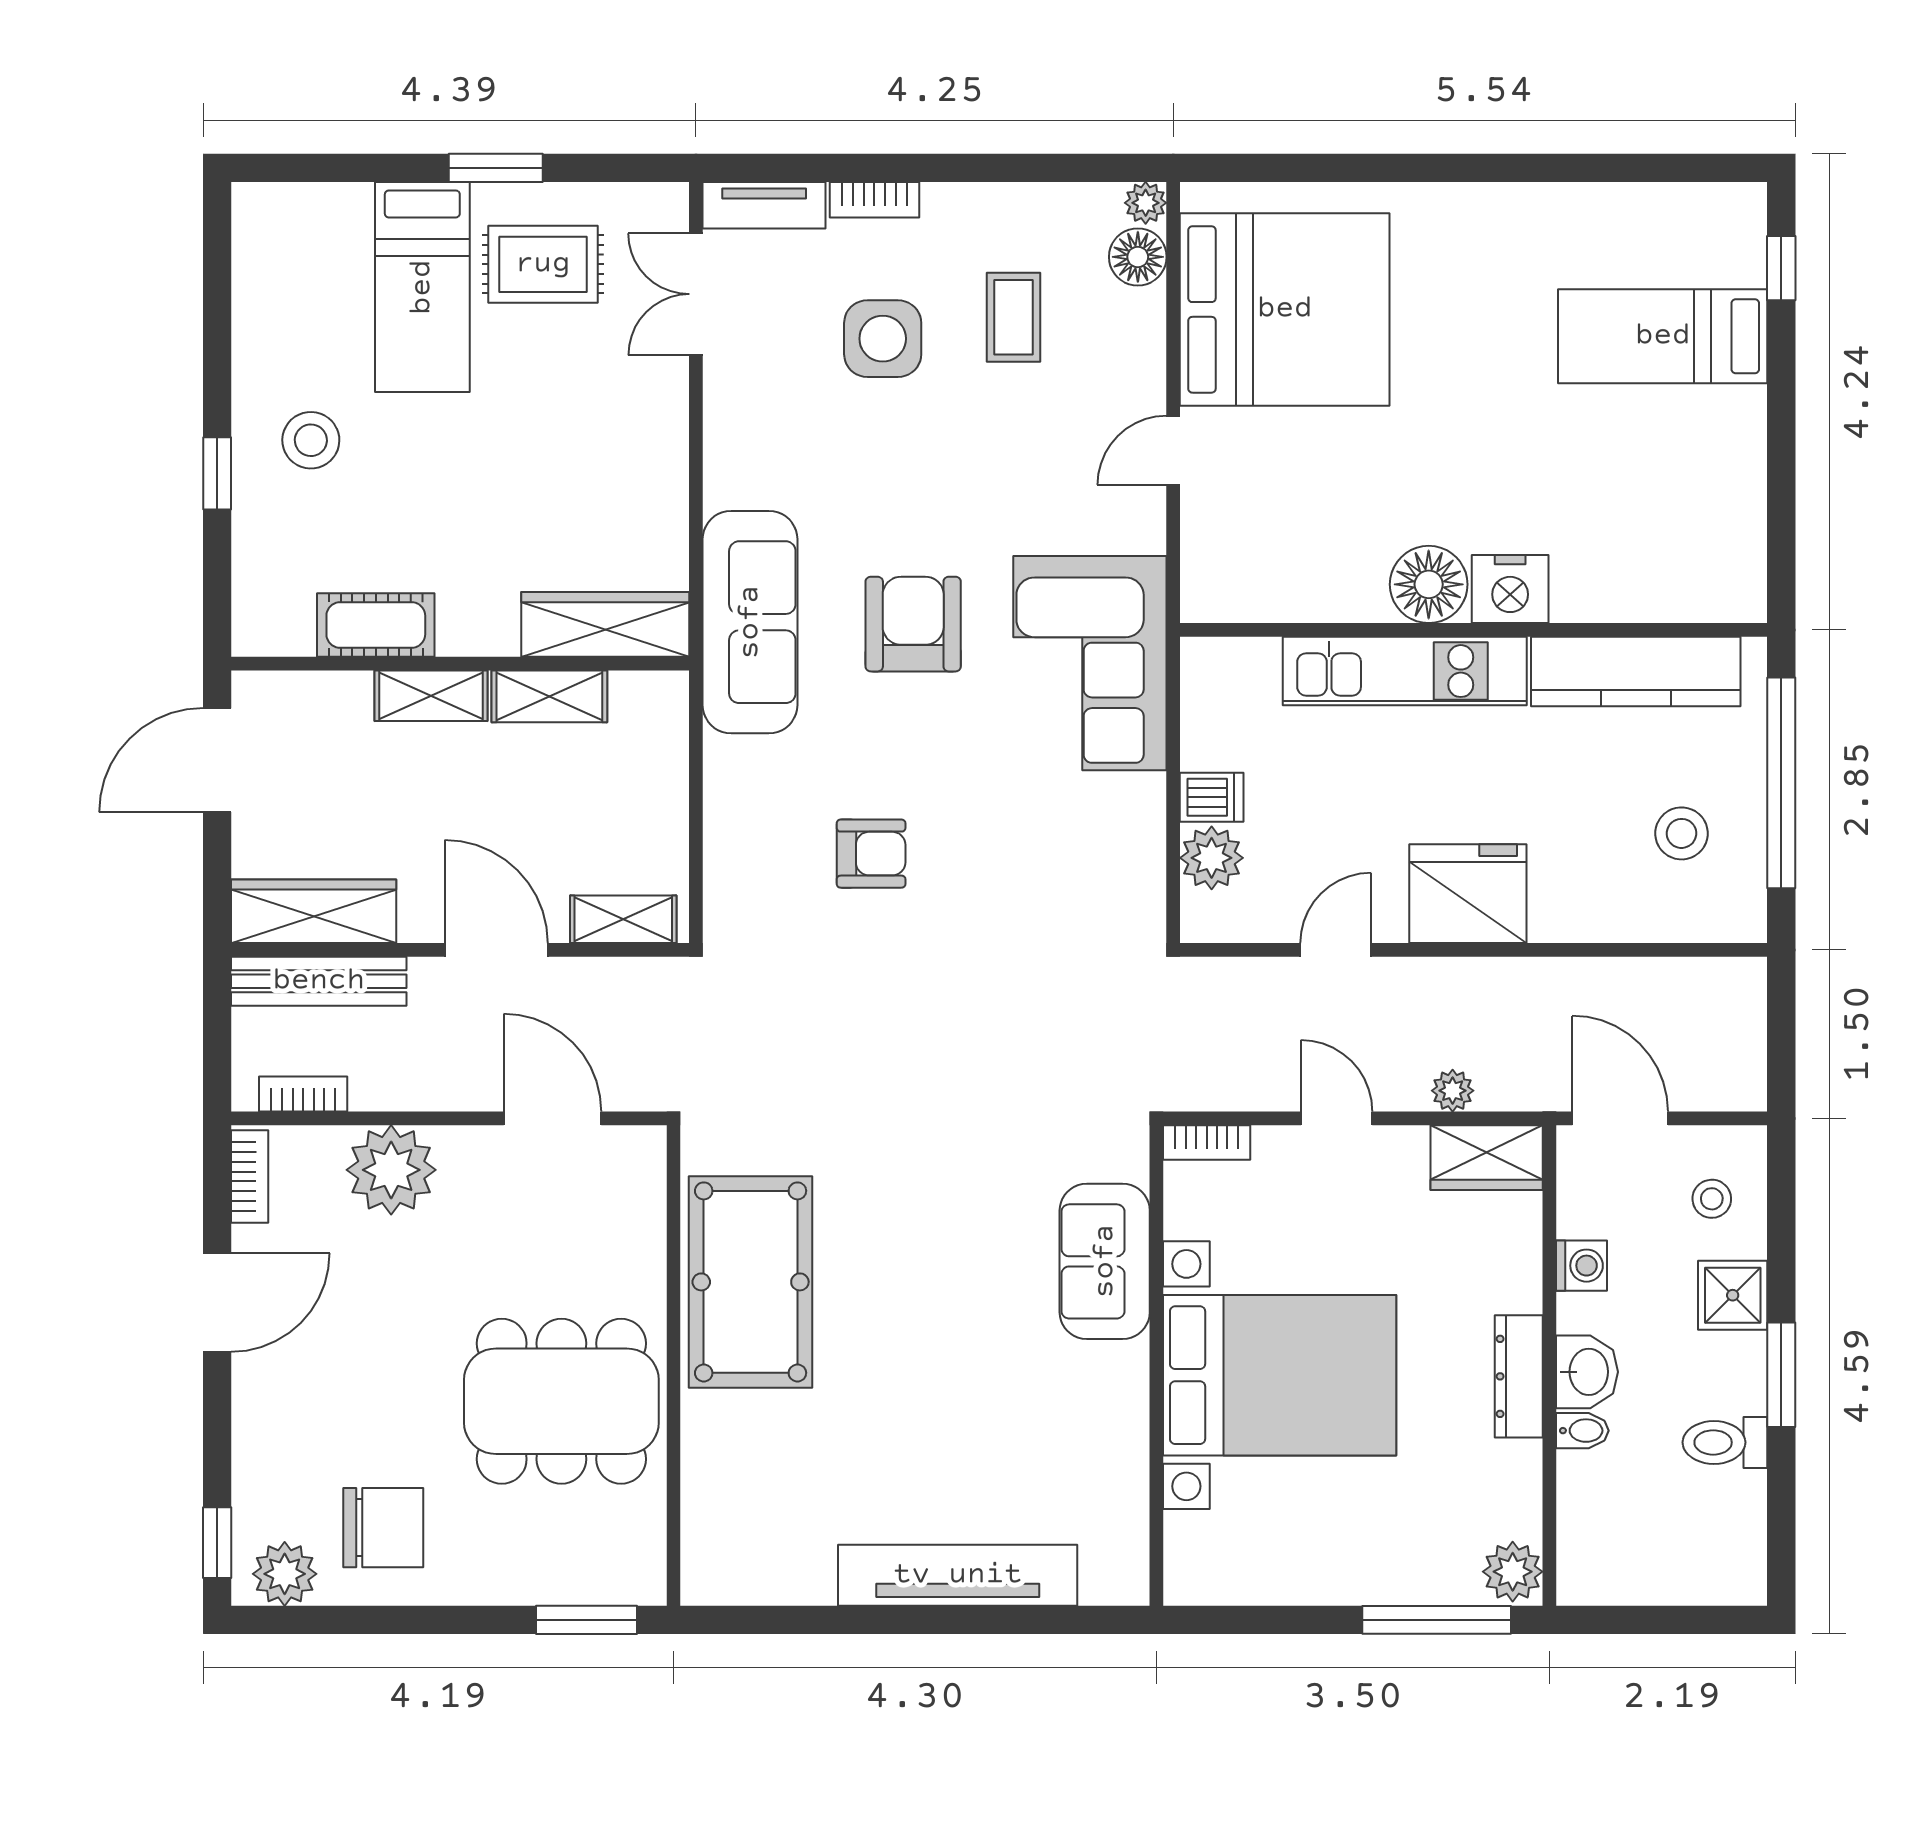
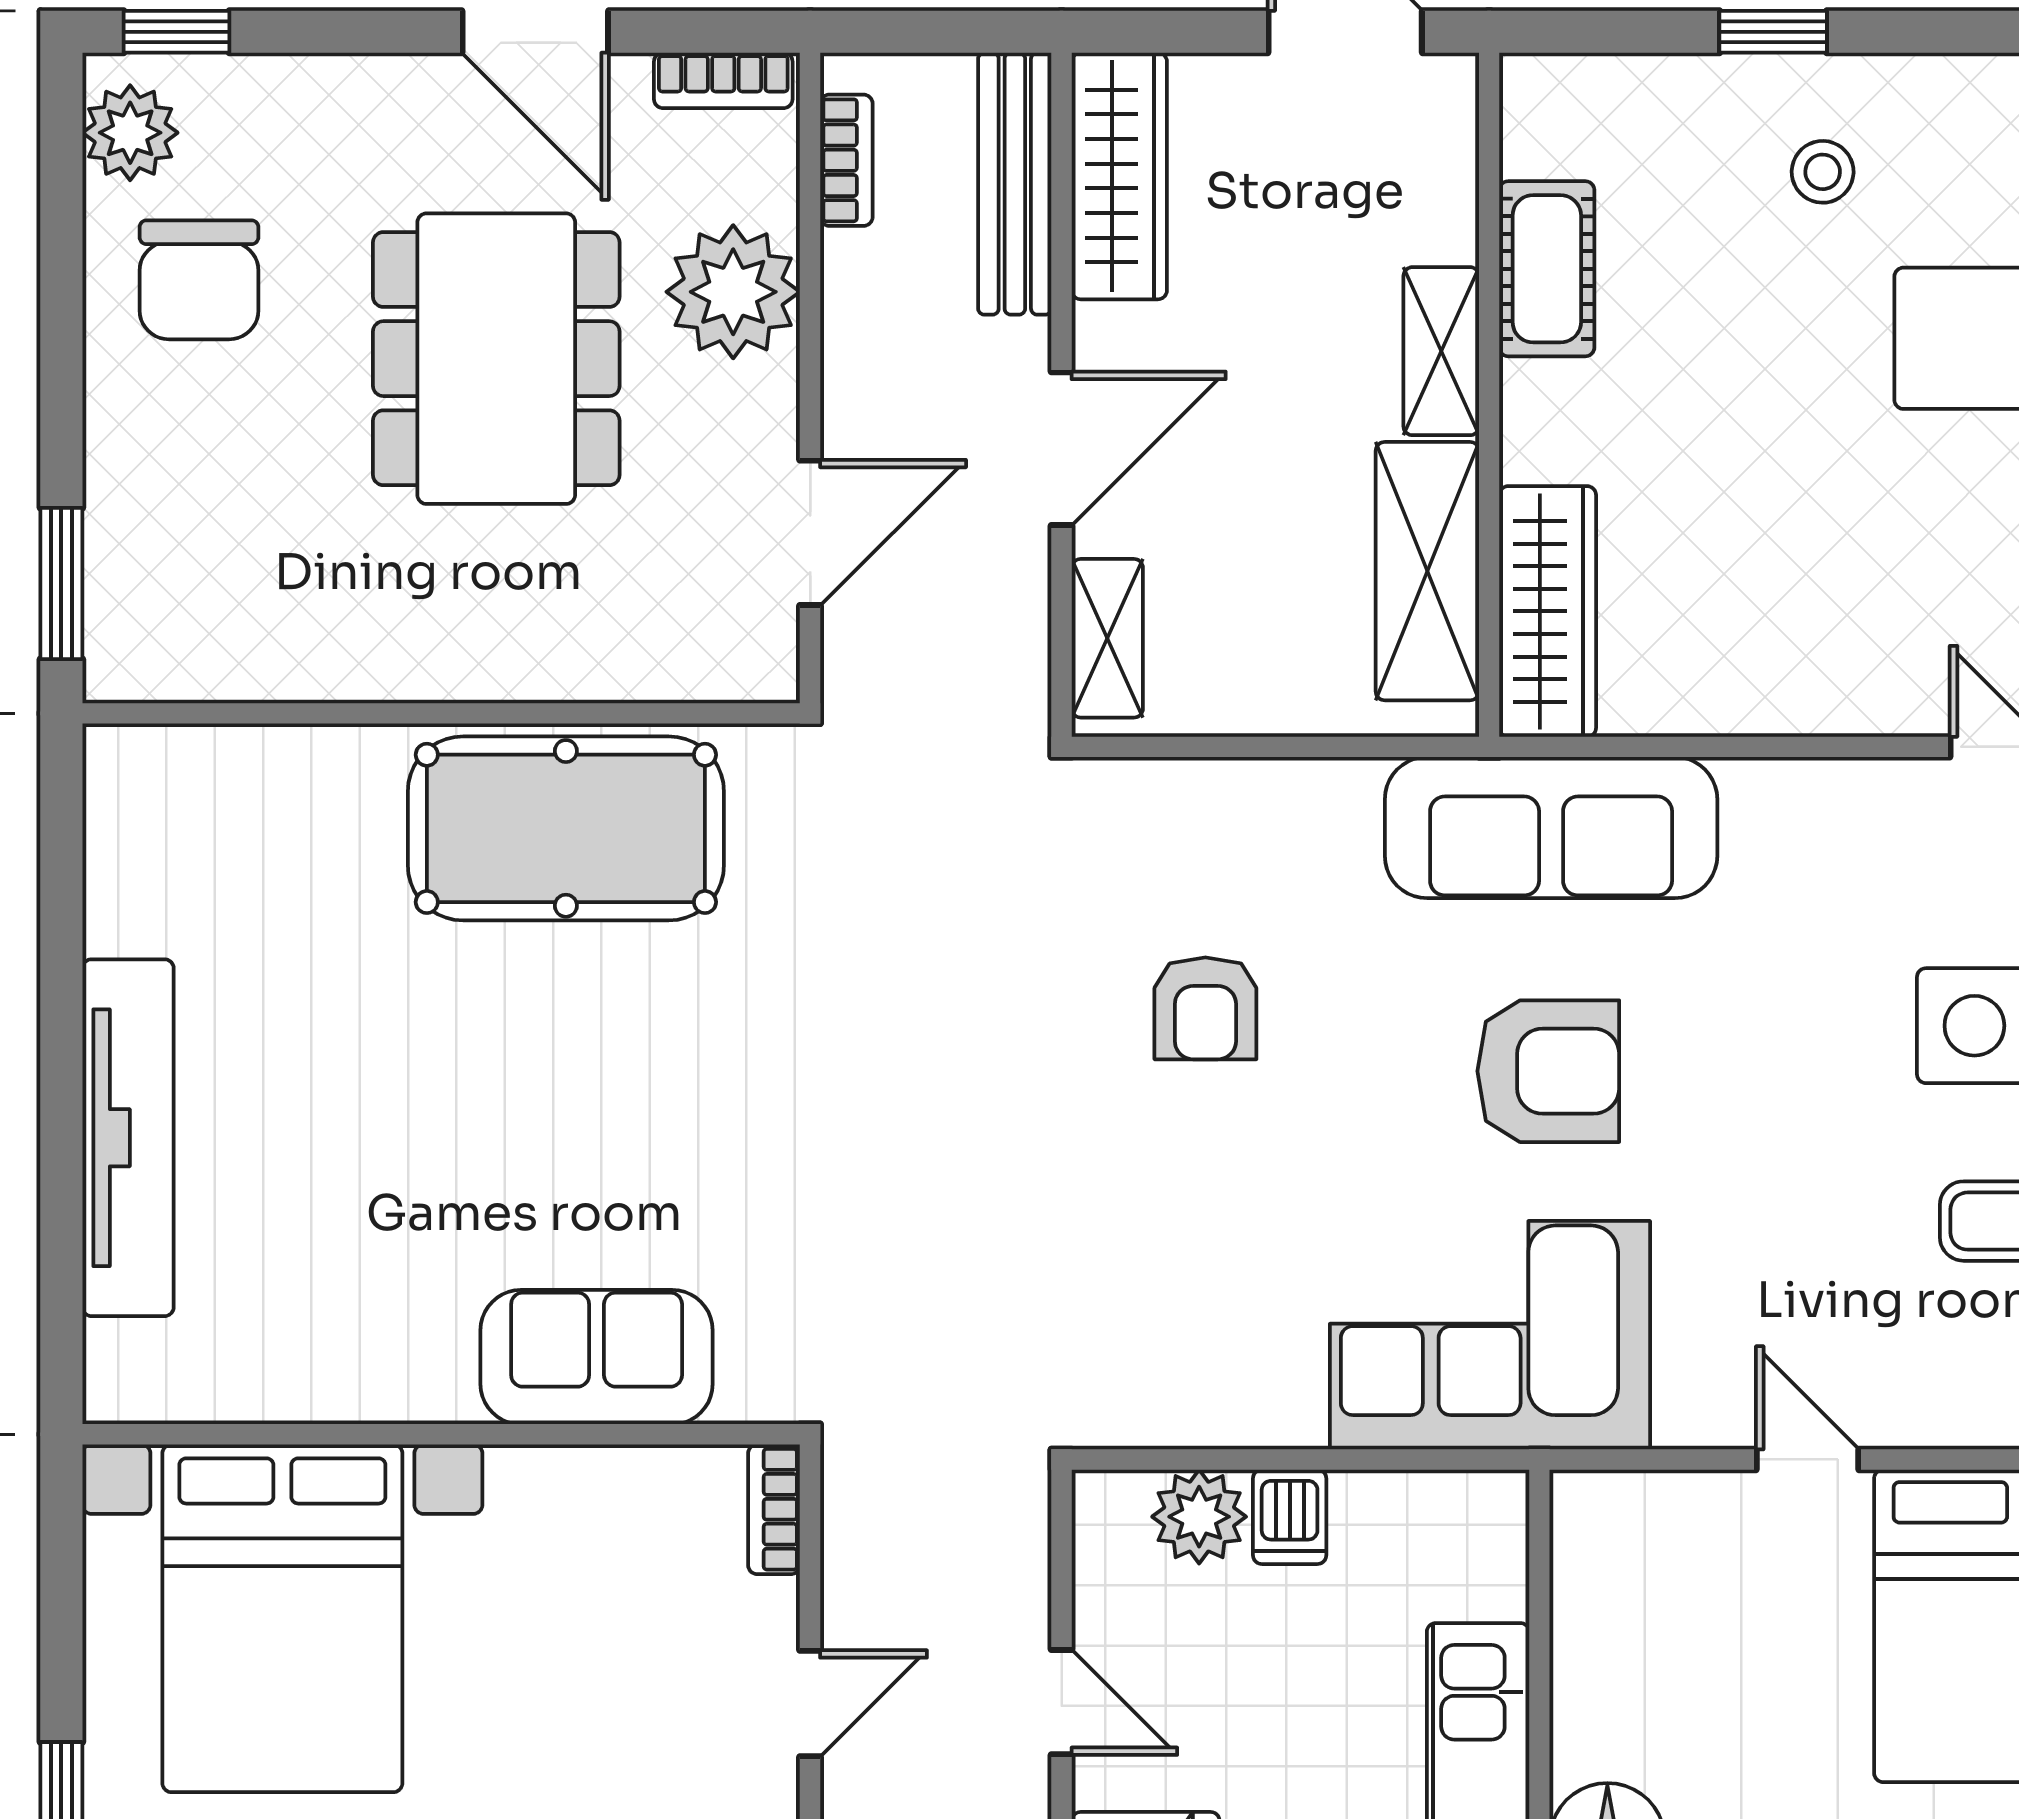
stool: (311, 440) -> (1823, 172), width x0.73, depth x0.73
shelving: (549, 696) -> (1427, 571), width x1.50, depth x1.33
bed with nightstands: (1280, 1375) -> (282, 1618), moved
dining table: (561, 1401) -> (496, 359), moved

